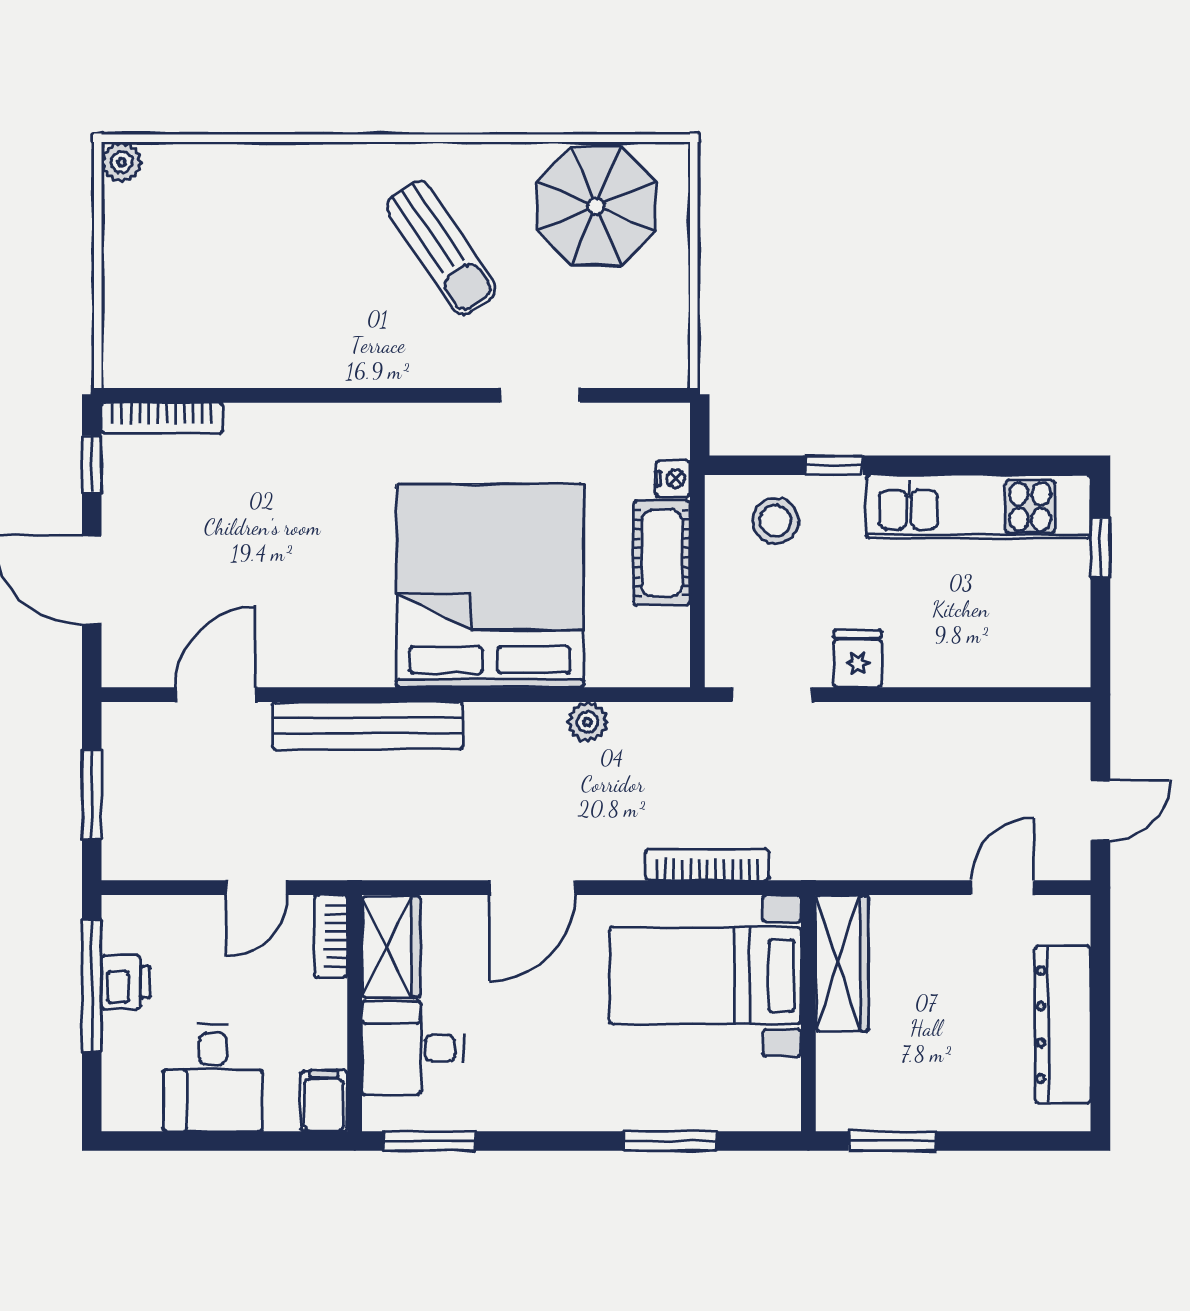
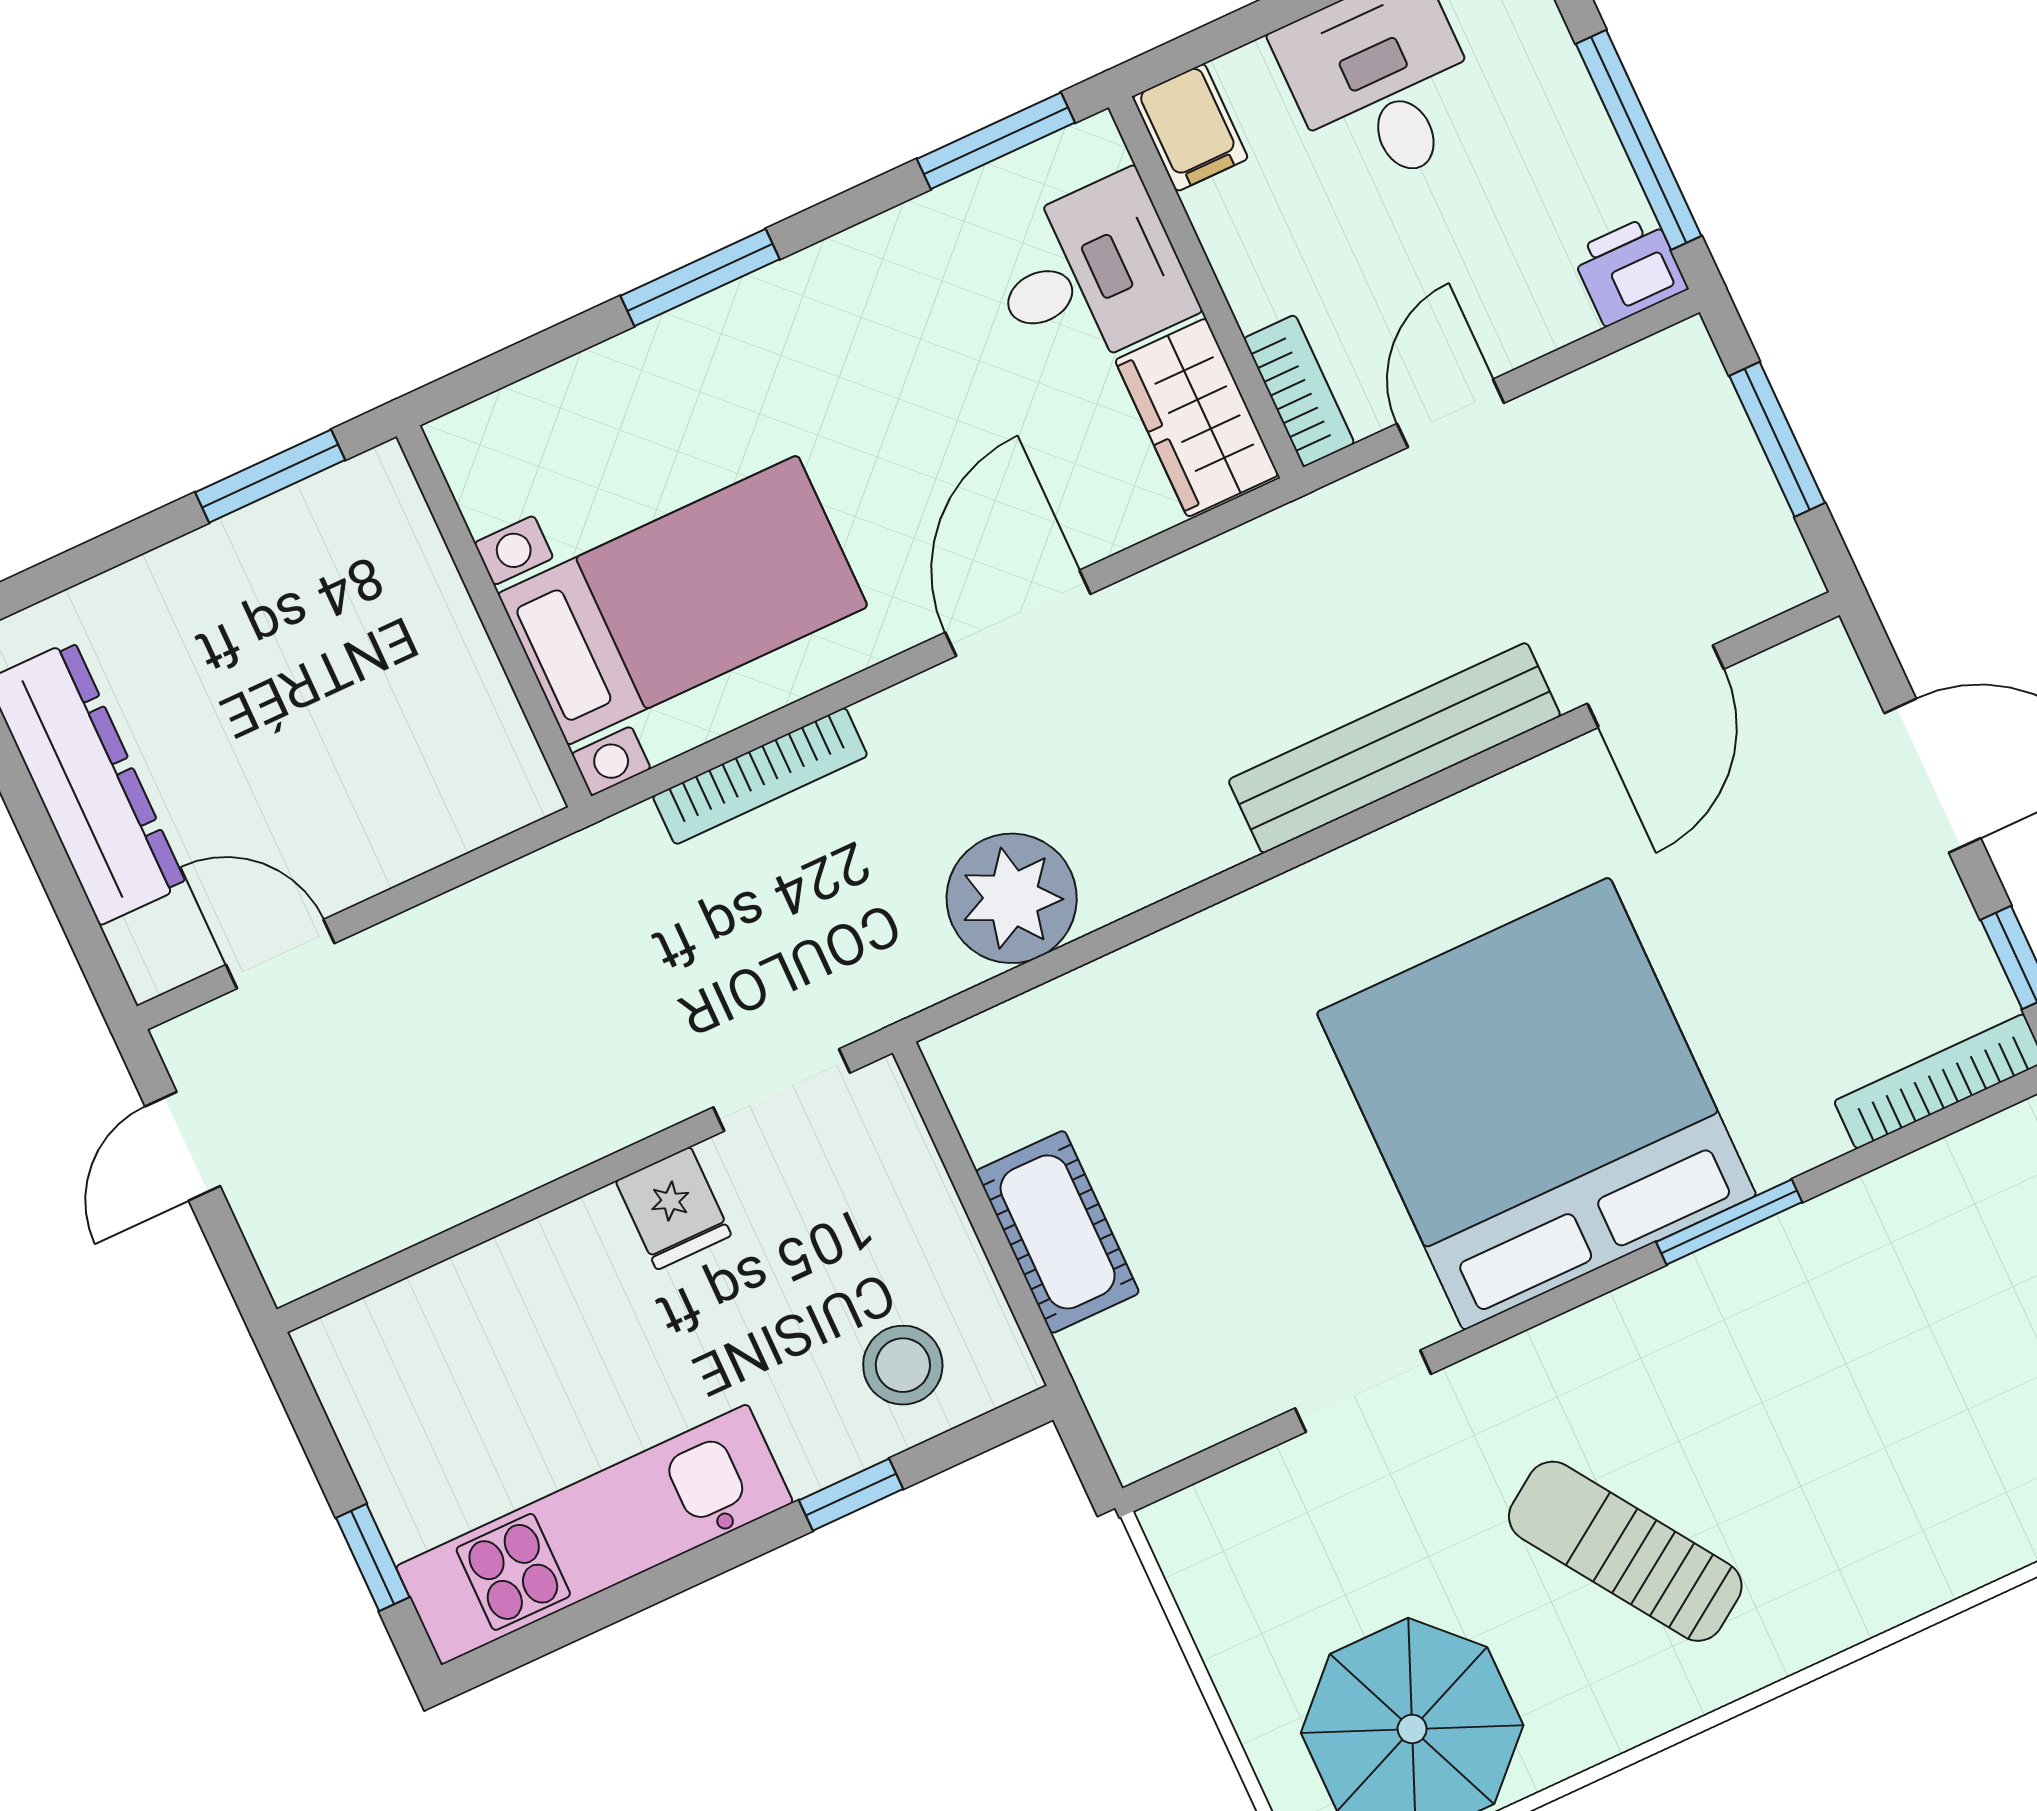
window: (307, 395) -> (1729, 1222), added
nightstand: (673, 479) -> (1094, 1357), removed
bed: (490, 586) -> (1536, 1104), moved, turned 180
plant: (587, 722) -> (1012, 898), width x1.87, depth x1.87
door: (1002, 888) -> (280, 954), swing flipped
wardrobe: (842, 963) -> (478, 719), removed
printer: (126, 982) -> (1629, 270), moved, turned 90
window: (670, 1141) -> (700, 277), moved

